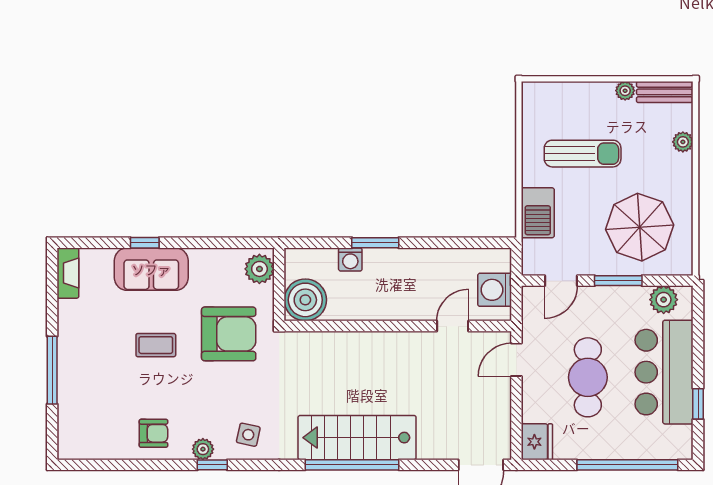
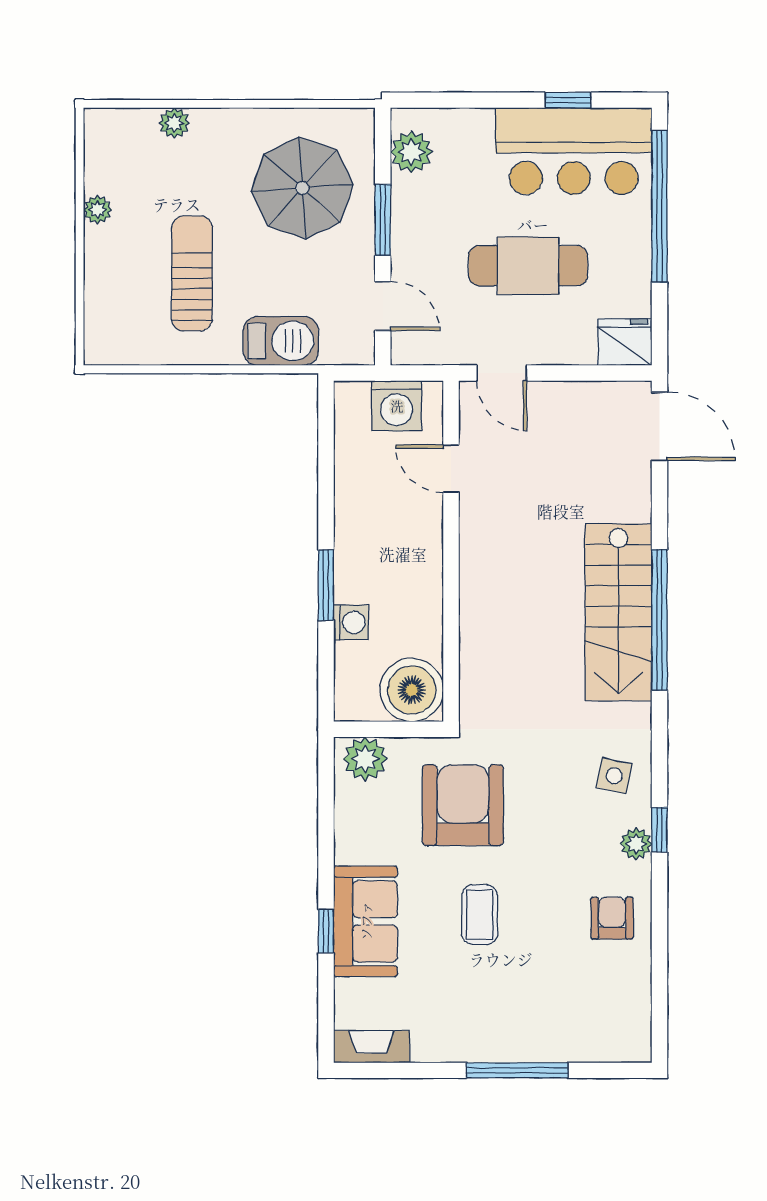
bench: (664, 92) -> (99, 151), removed
bar counter: (664, 372) -> (574, 151), moved

